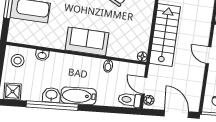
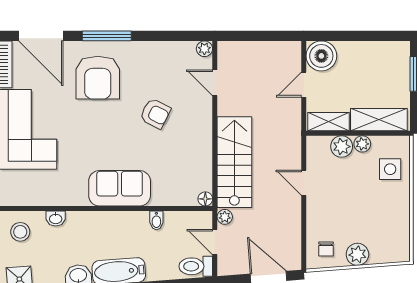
plant: (149, 100) -> (225, 217), moved

